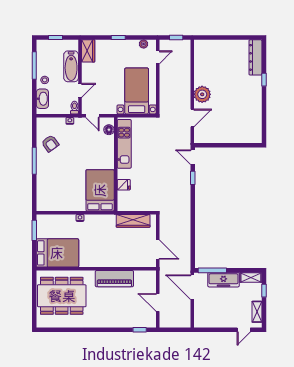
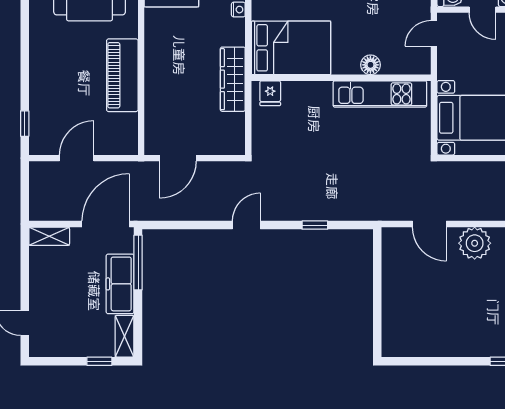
floor lamp: (109, 130) -> (370, 65), moved
door: (193, 157) -> (246, 225), moved
fridge: (124, 185) -> (270, 93), moved
wardrobe: (133, 221) -> (233, 79), moved
shelving: (257, 312) -> (49, 236), moved

